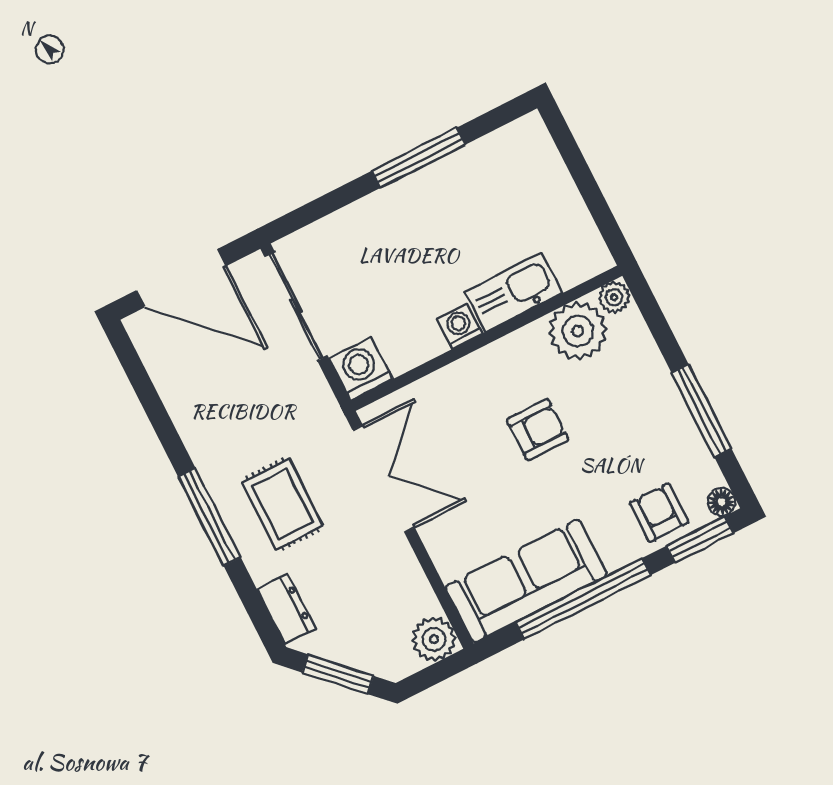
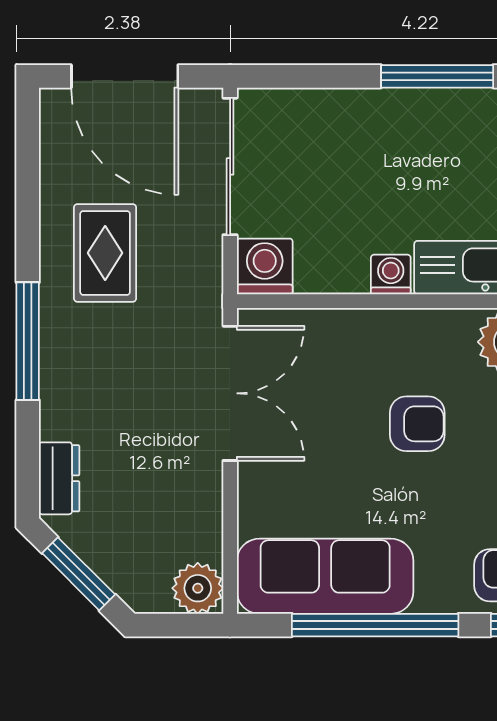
rug: (283, 504) -> (105, 253), moved

